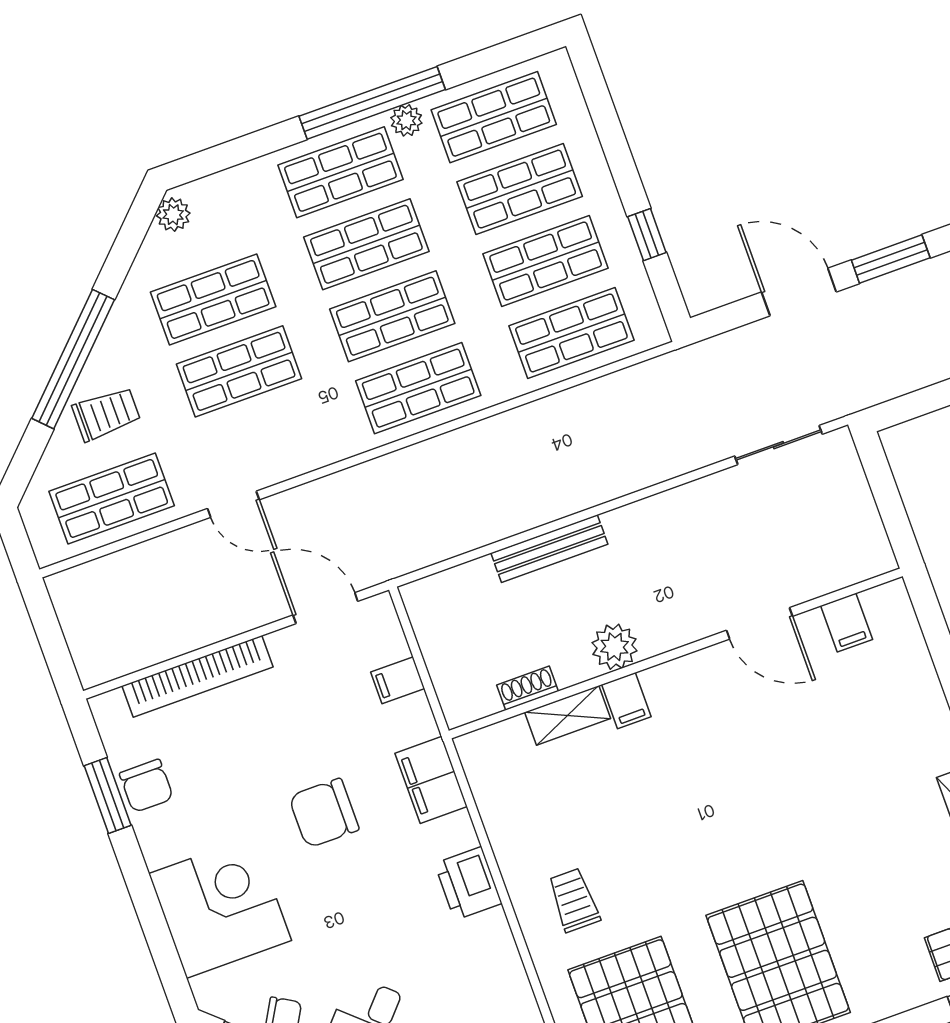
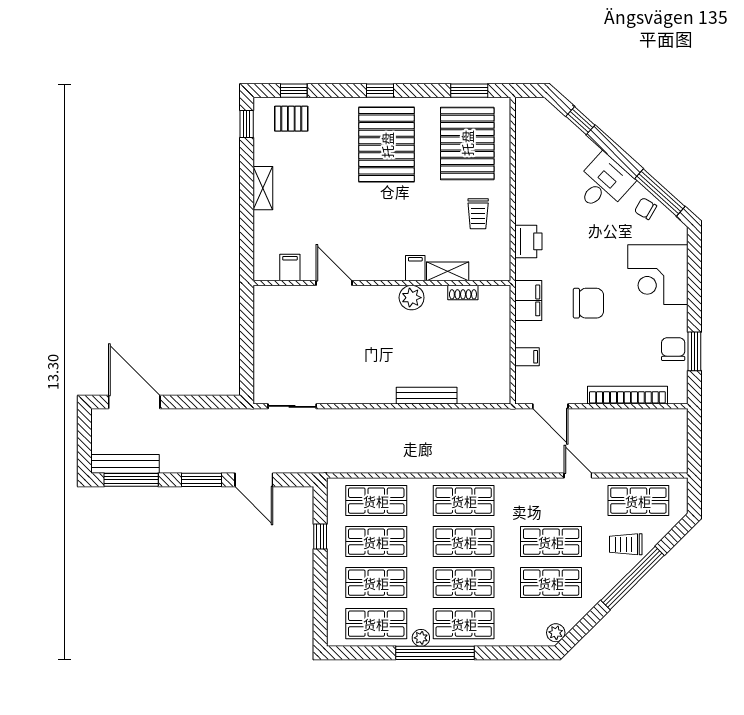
door: (759, 623) -> (334, 283), moved
filing cabinet: (847, 623) -> (290, 268), moved
plant: (614, 647) -> (412, 298), moved
wall: (676, 653) -> (382, 283), moved
shoe rack: (527, 688) -> (463, 292), moved
filing cabinet: (626, 701) -> (415, 268), moved
shelving: (568, 715) -> (448, 271), moved

